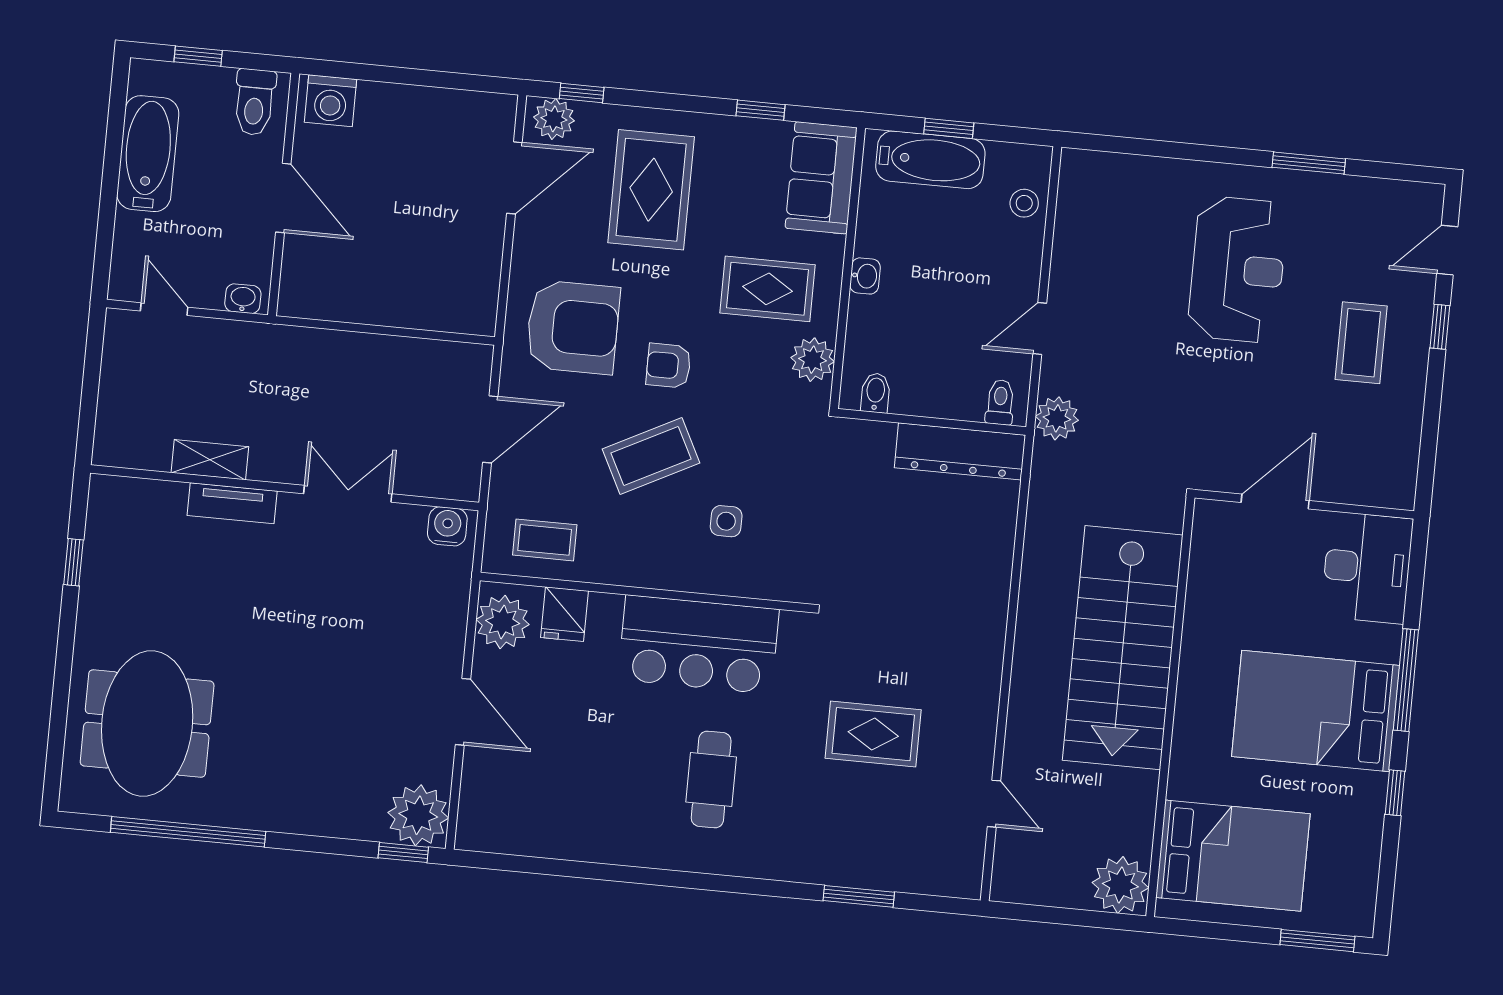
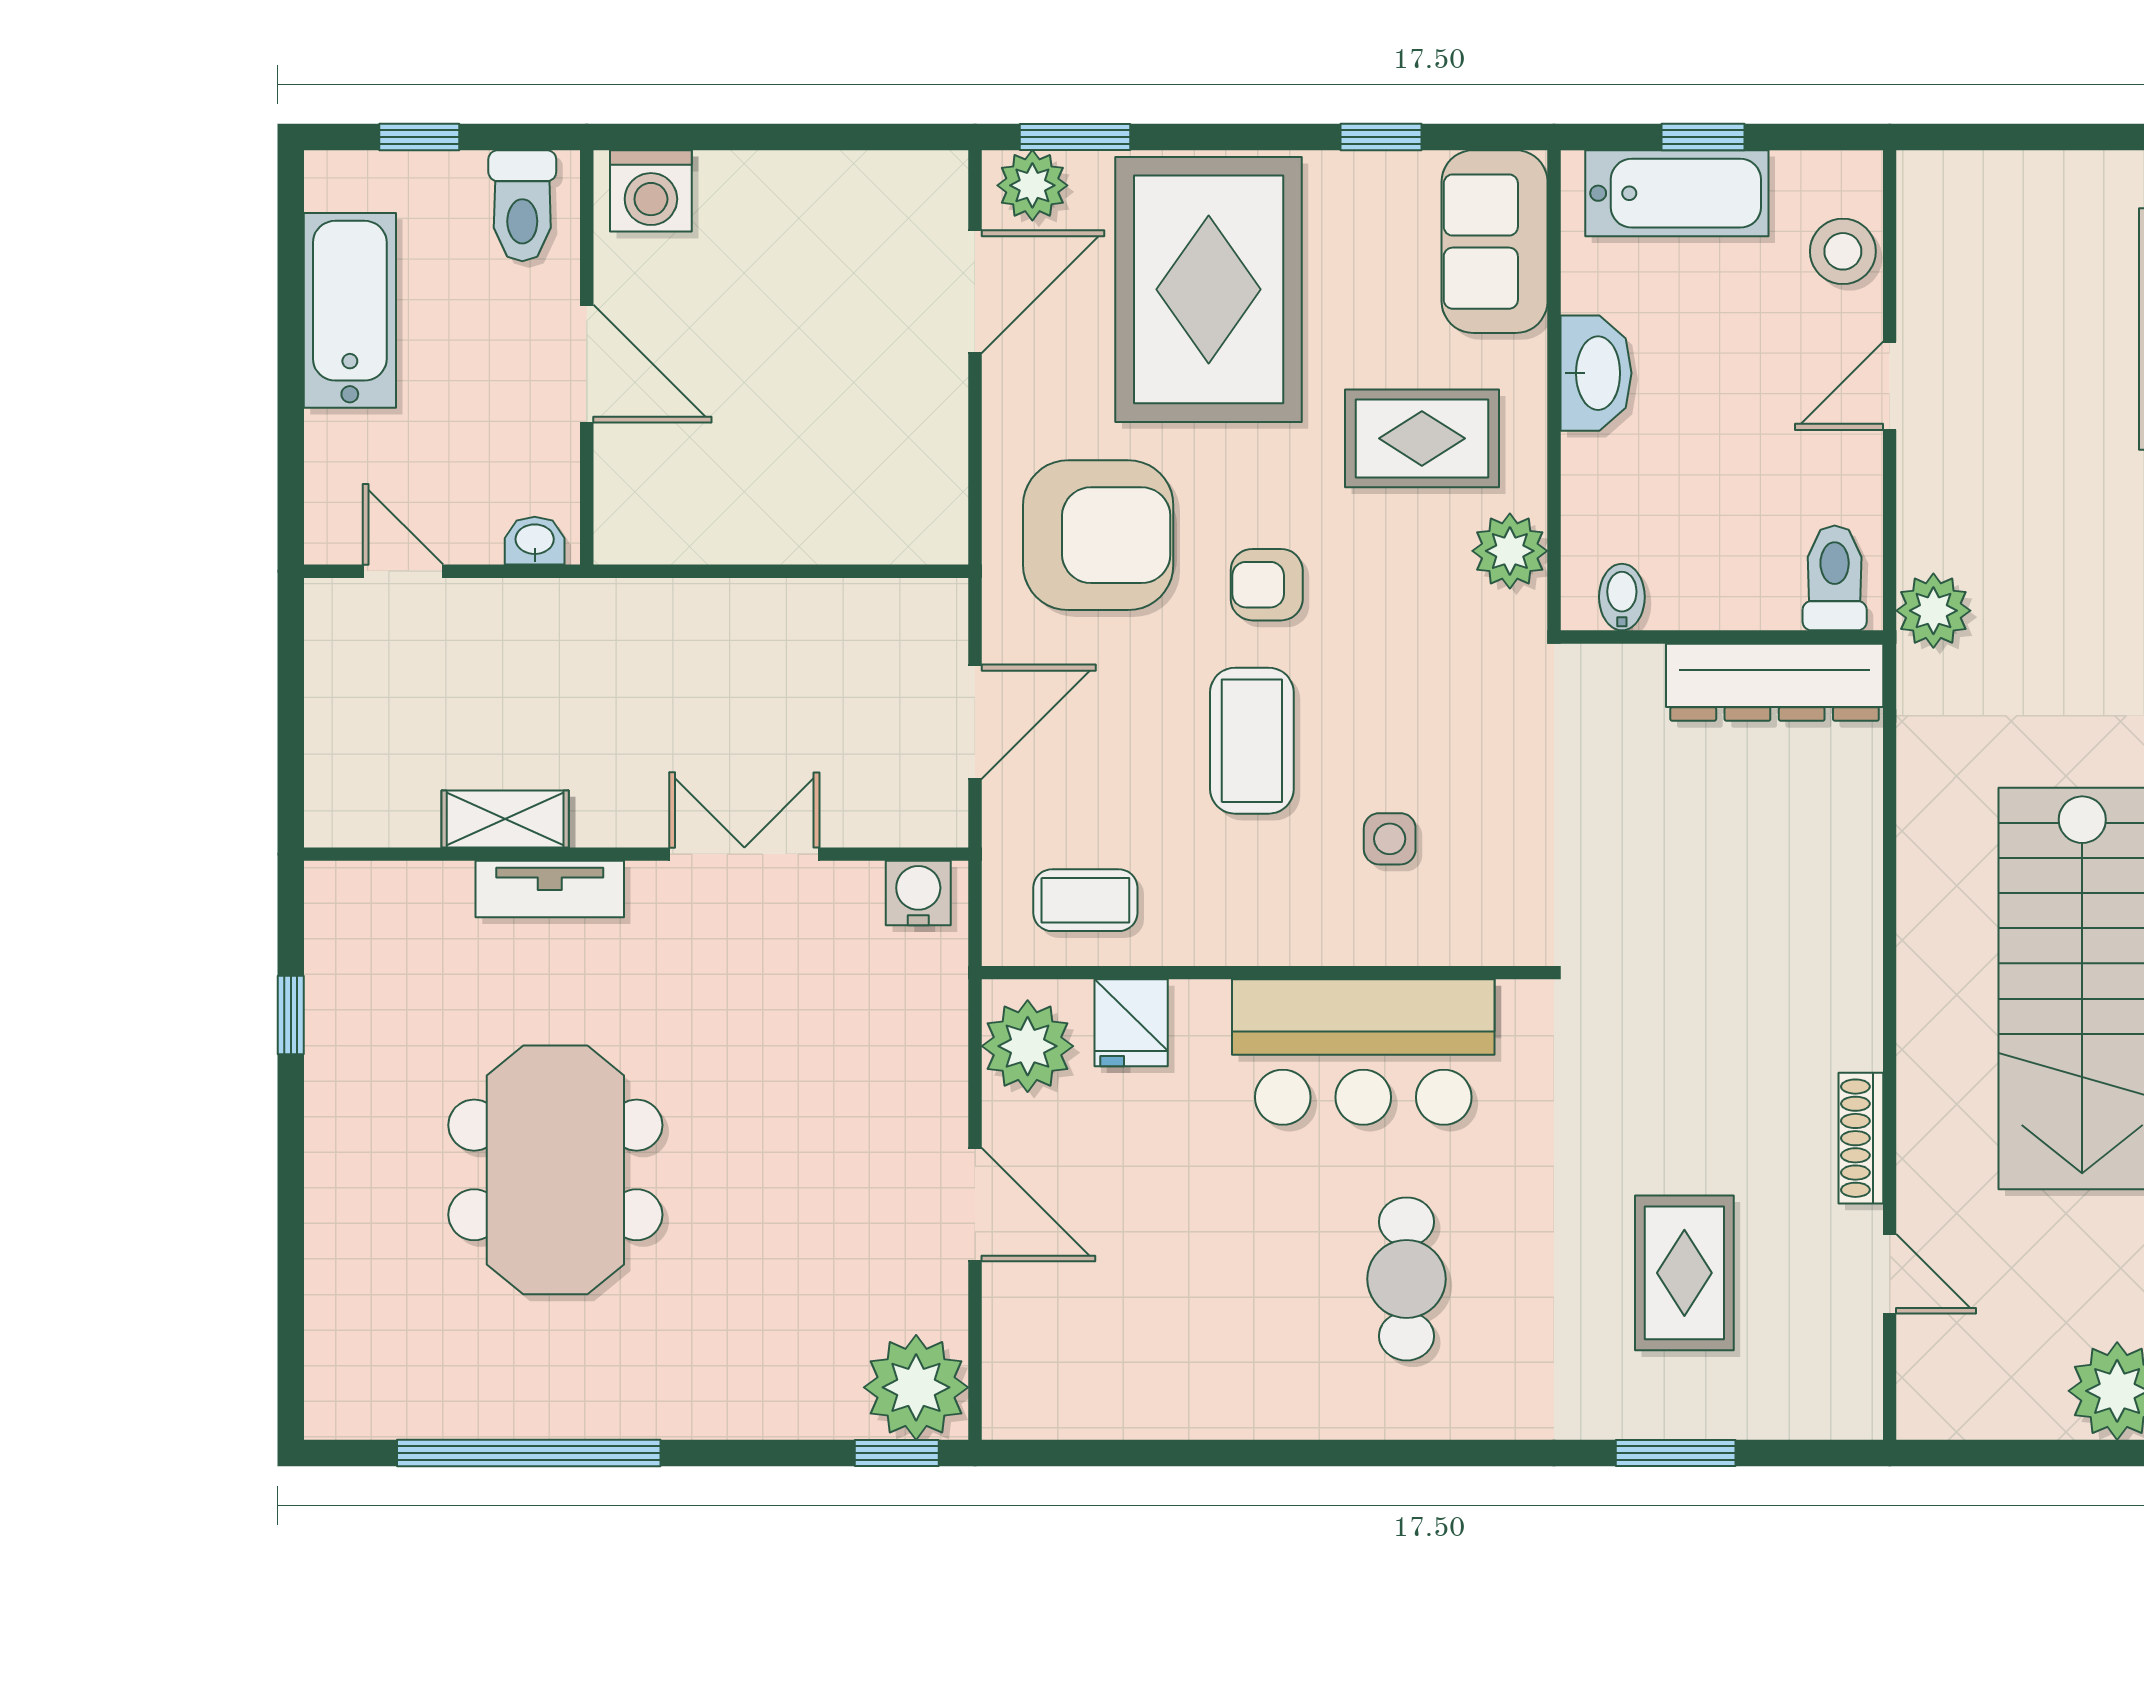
window: (582, 93) -> (1075, 137), width x1.50
rug: (651, 190) -> (1209, 289), width x1.37, depth x1.44
stool: (1024, 203) -> (1843, 251), width x1.37, depth x1.37
washbasin: (865, 276) -> (1596, 373), width x1.91, depth x1.45
door: (1040, 328) -> (1890, 386), moved
toilet: (1000, 402) -> (1835, 578), width x1.37, depth x1.39
coffee table: (651, 456) -> (1252, 741), turned -63
meeting table: (147, 723) -> (555, 1170), moved
shoe rack: (985, 723) -> (1861, 1138), added
rug: (873, 734) -> (1684, 1273), moved, turned 90

